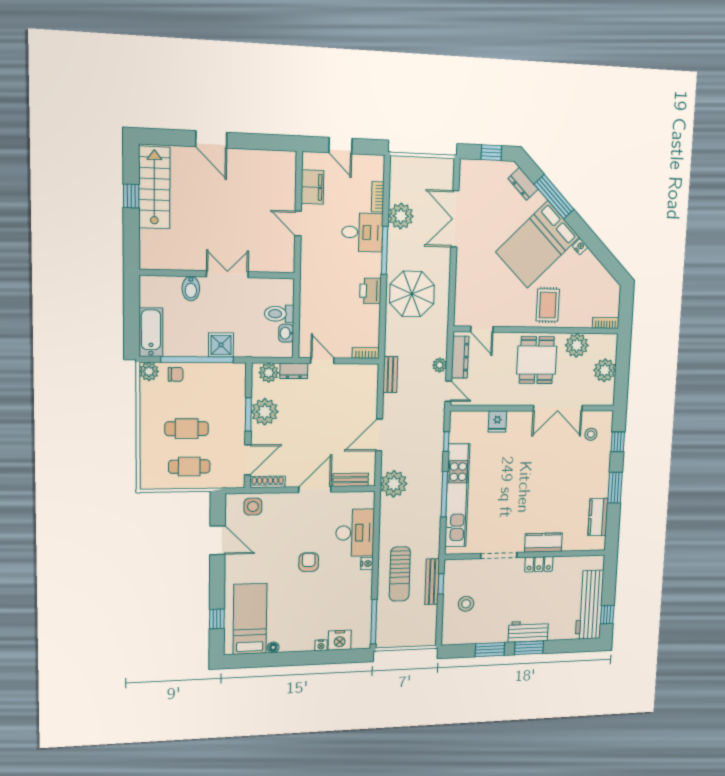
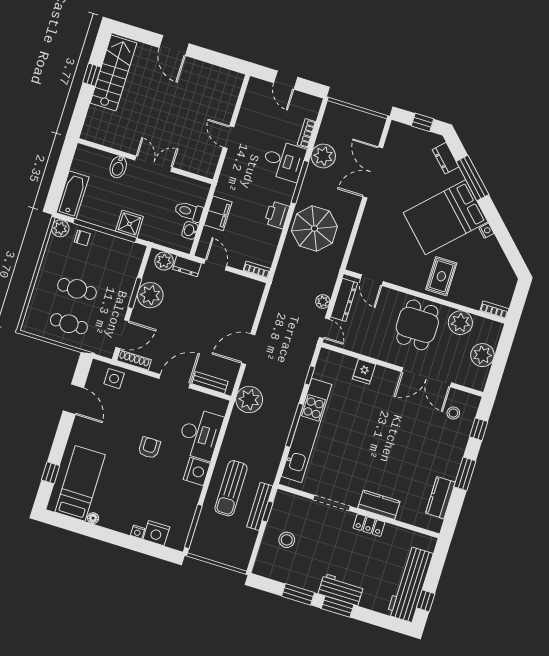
filing cabinet: (312, 187) -> (218, 213), moved
bench: (390, 375) -> (274, 296), removed
nightstand: (367, 564) -> (197, 471), width x1.89, depth x1.79

